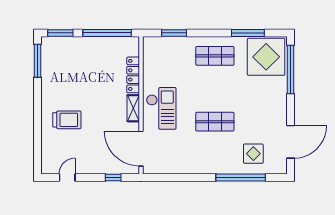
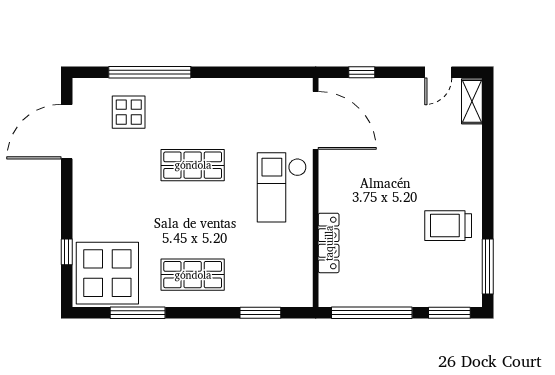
window: (291, 70) -> (67, 252), width x0.32
shelving: (133, 108) -> (472, 101), moved
trolley: (67, 120) -> (448, 226), moved

